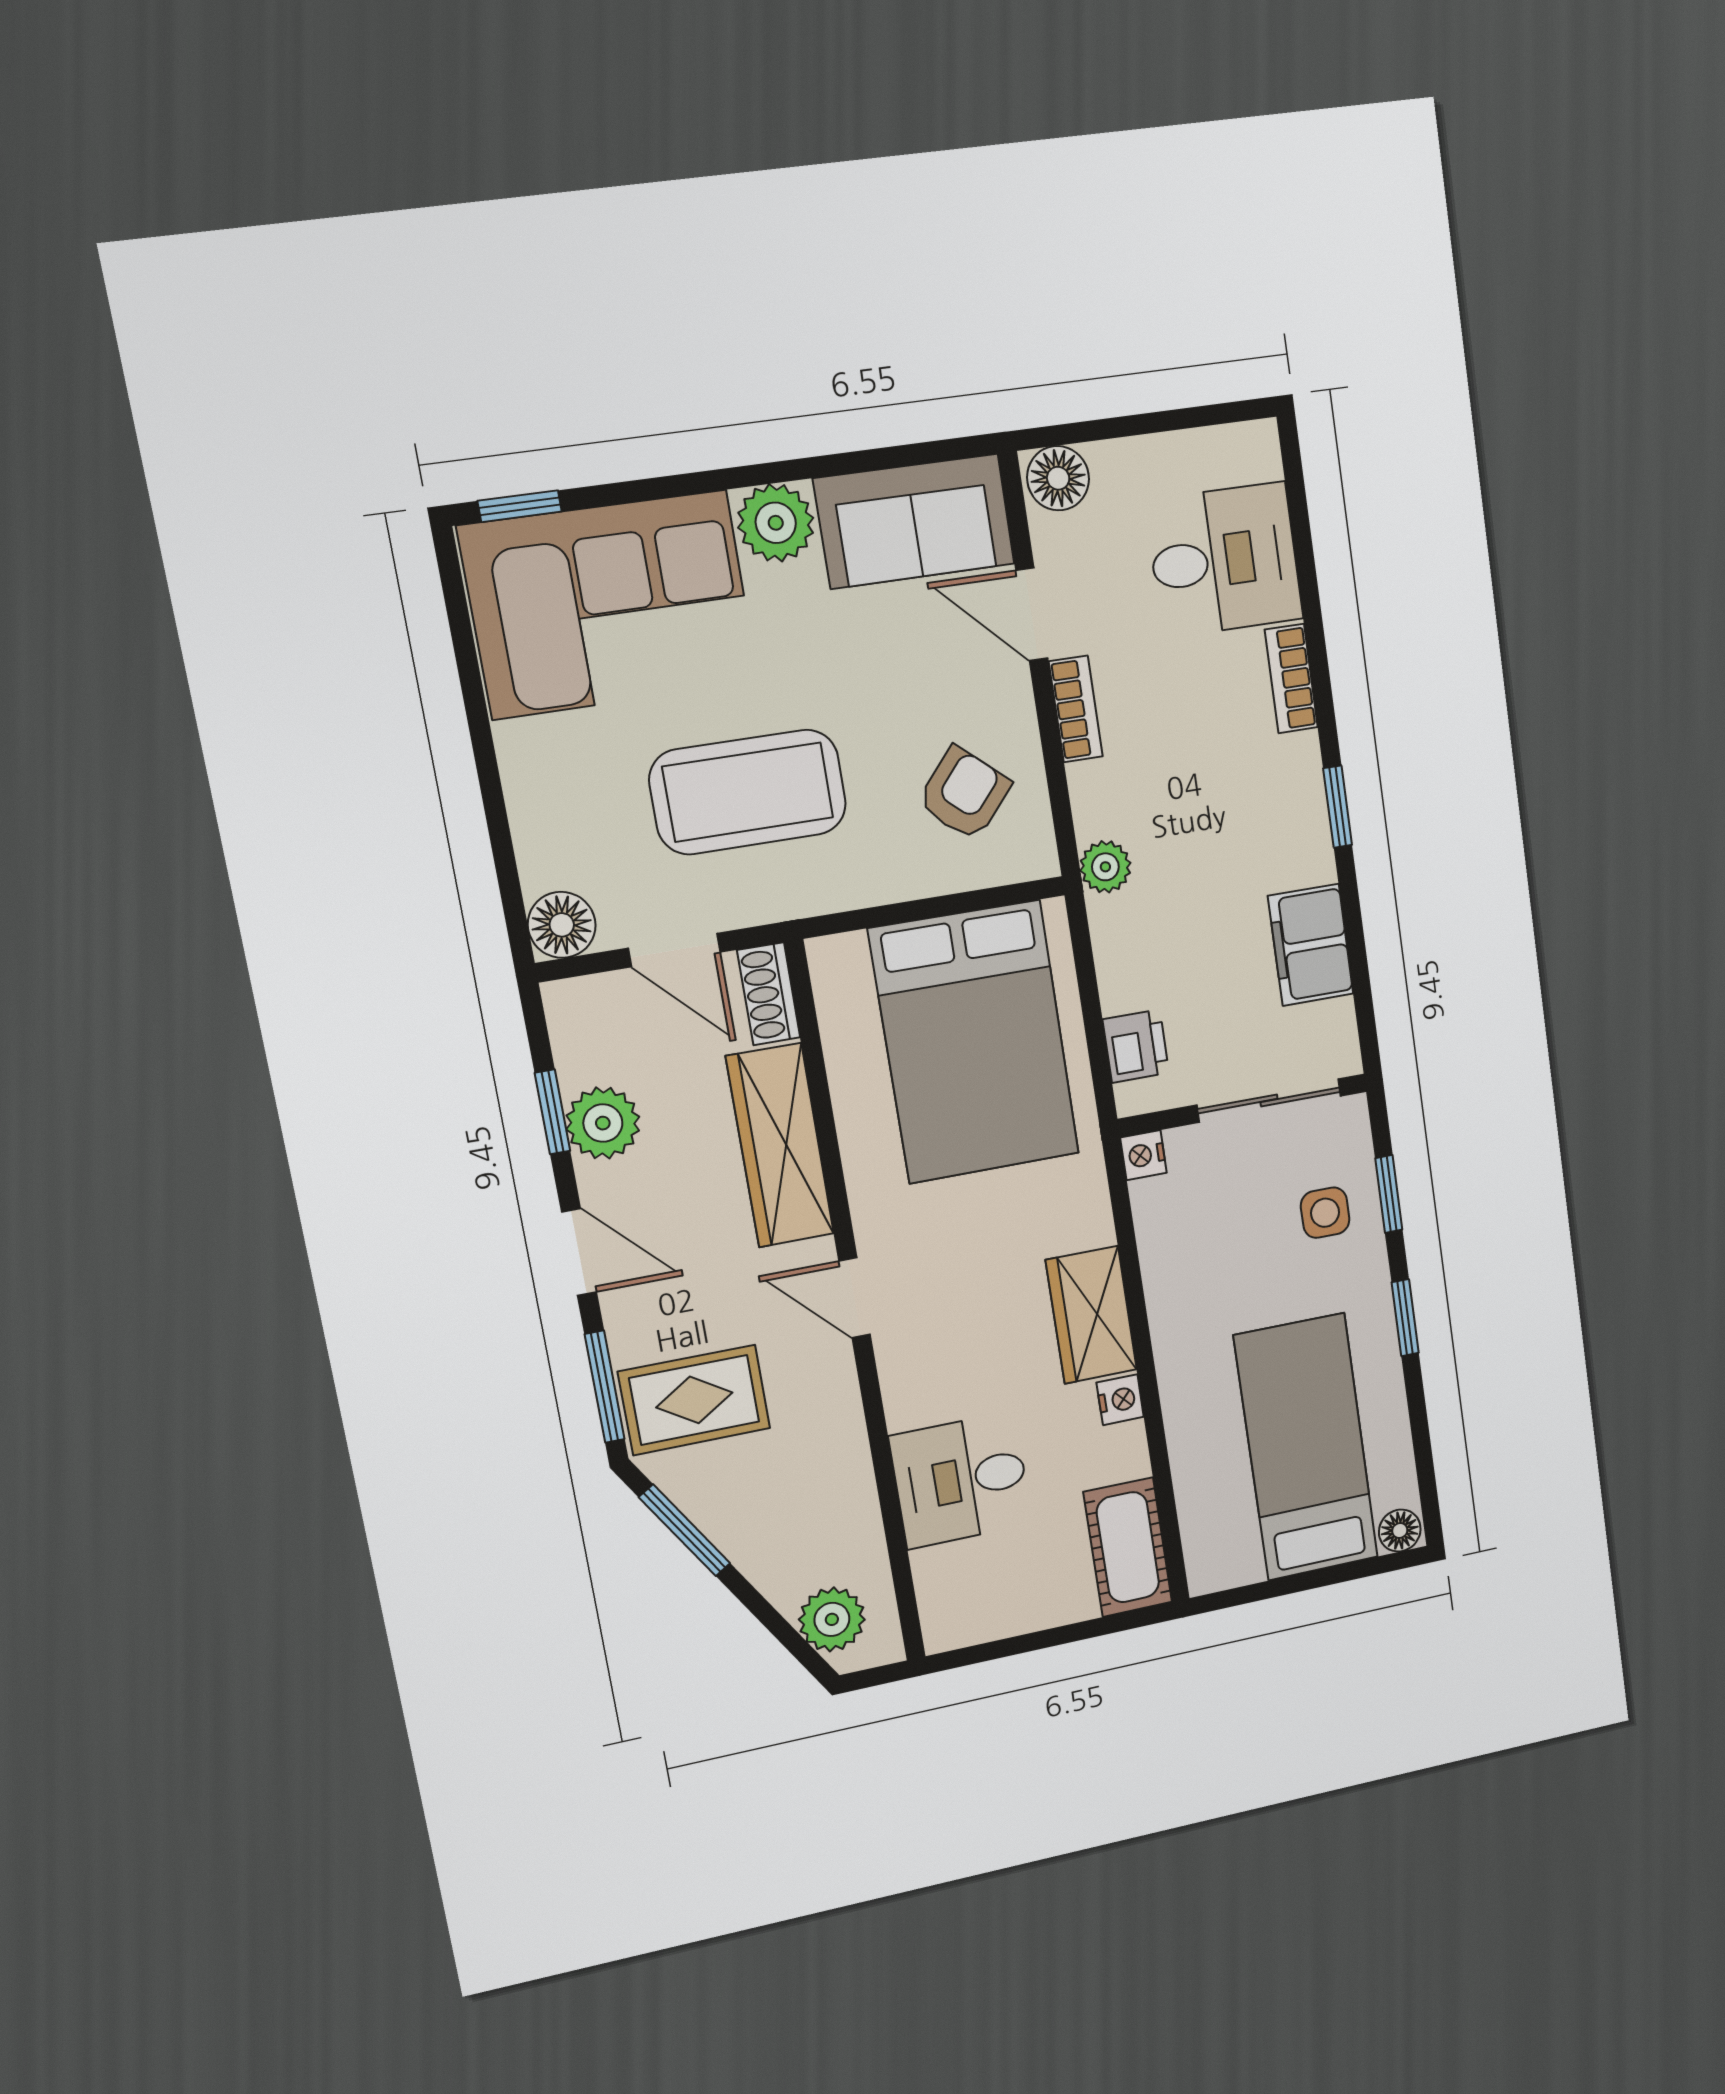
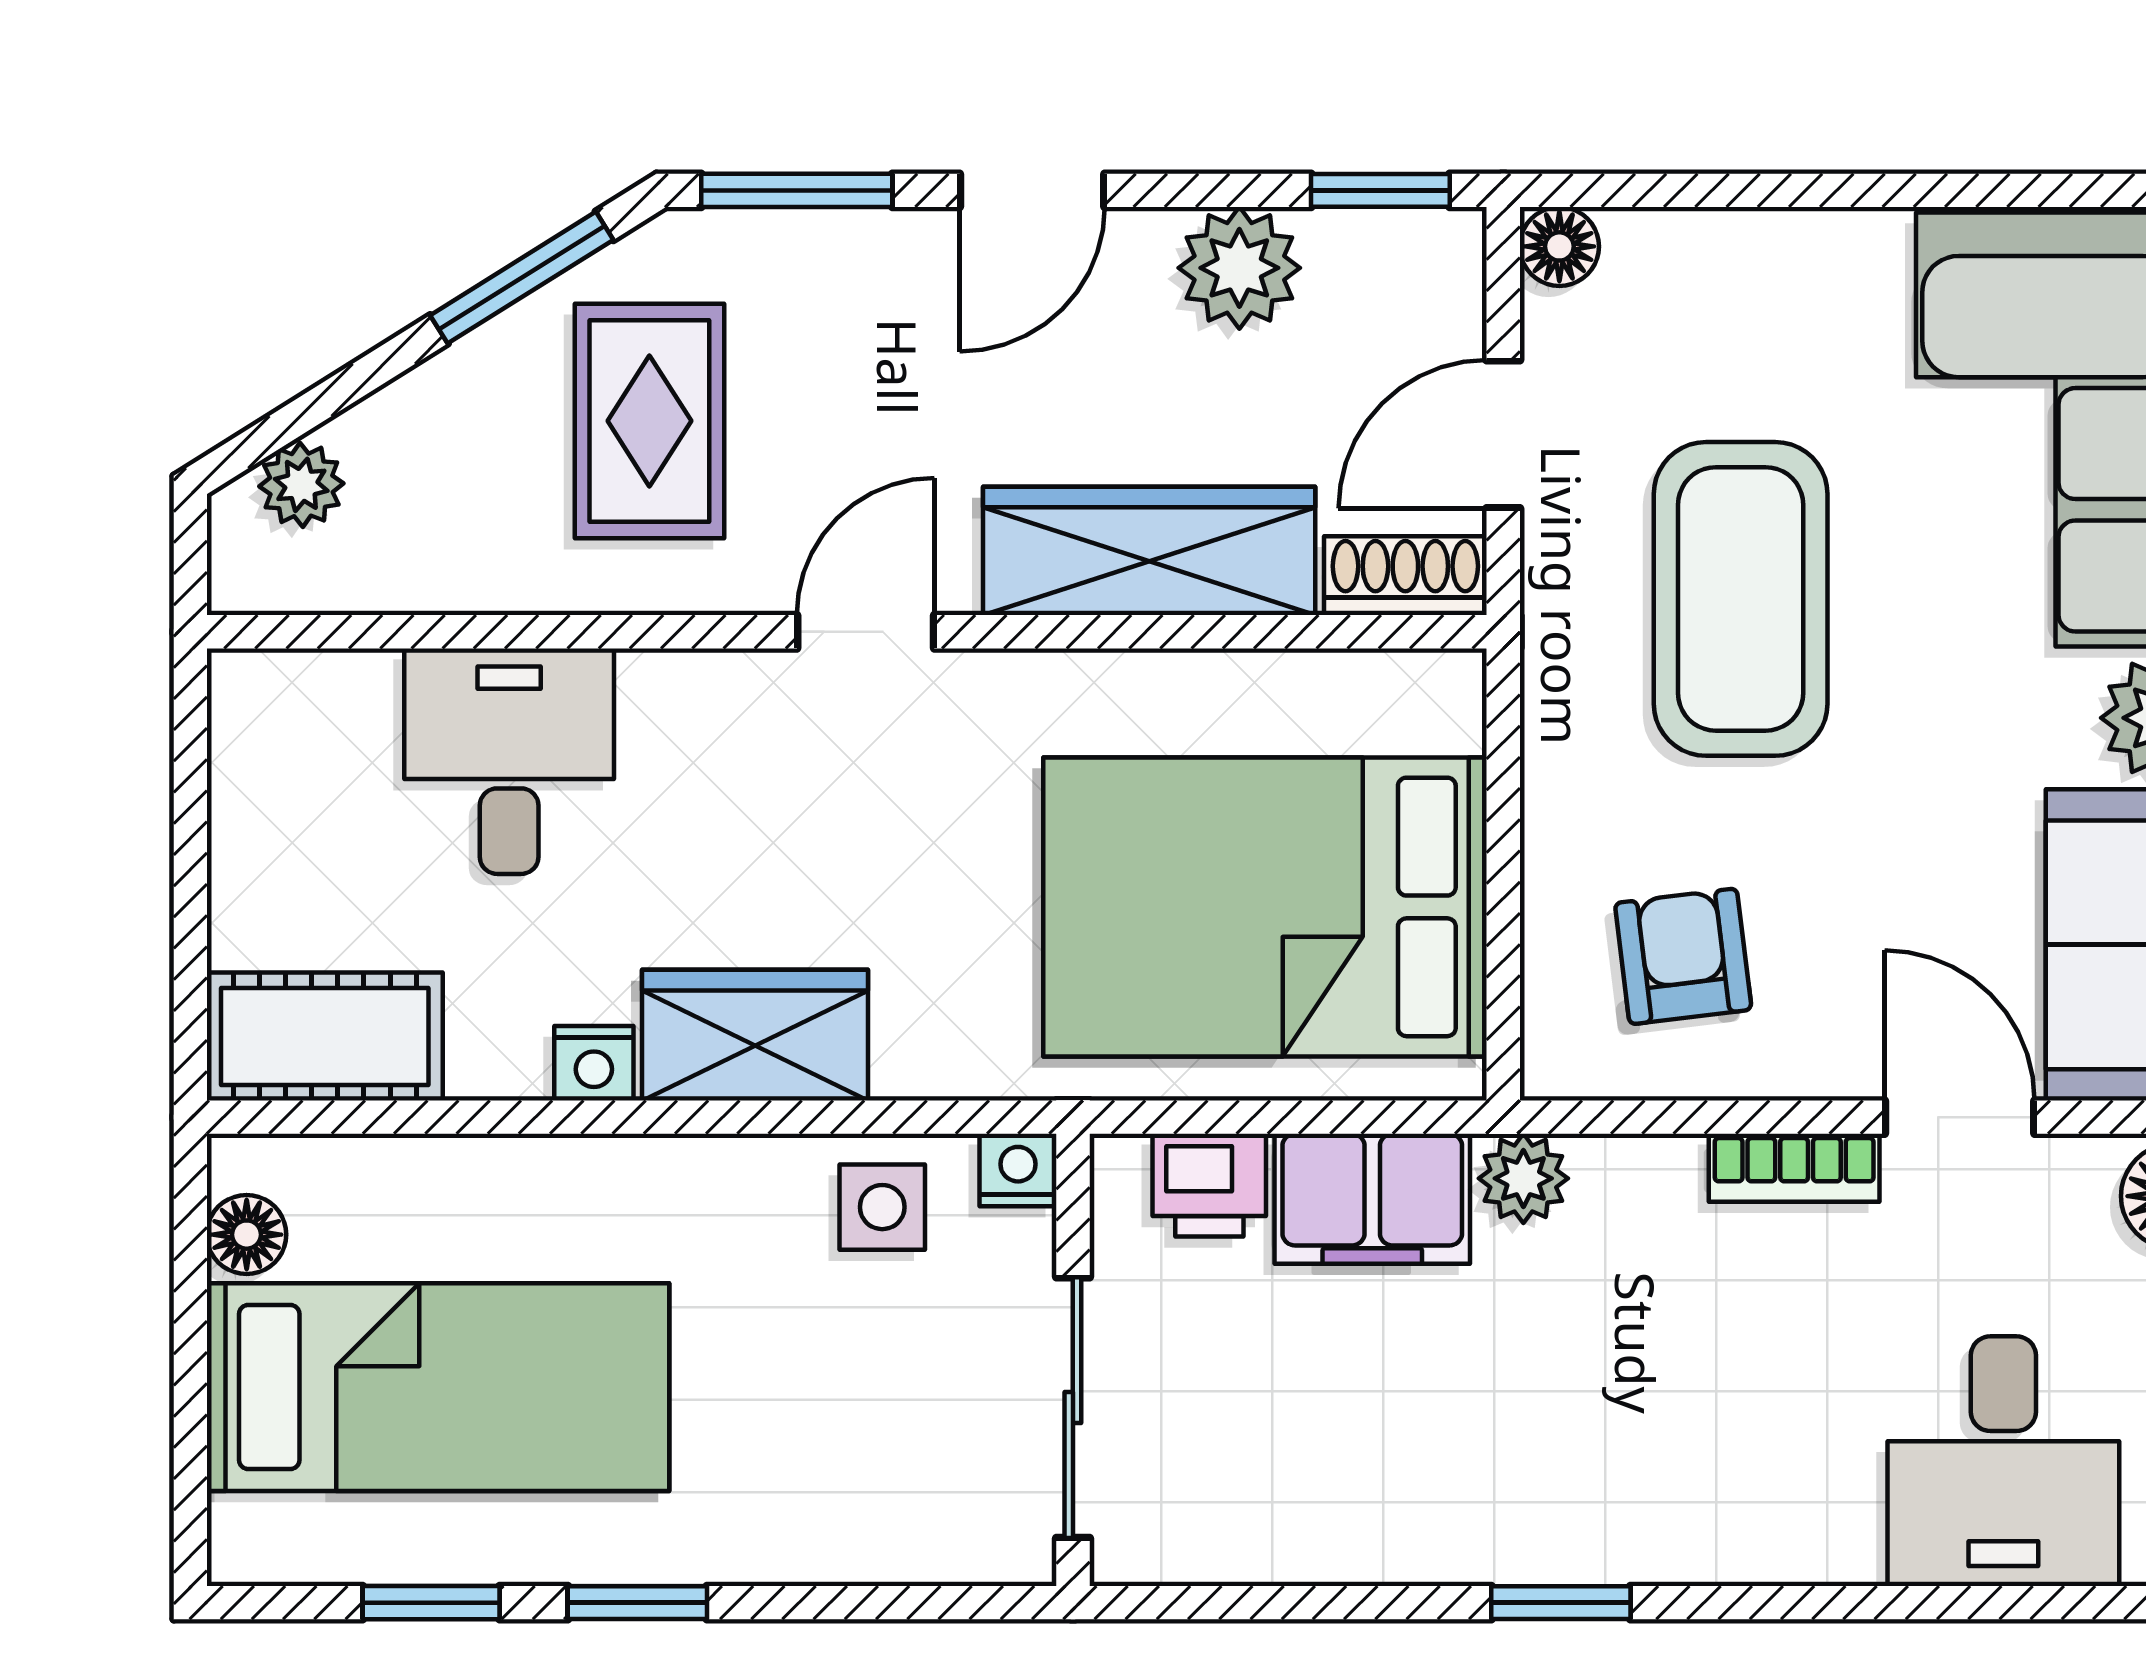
door: (1032, 614) -> (1960, 1117), hinge flipped
bookcase: (1291, 679) -> (1790, 1551), removed
armchair: (964, 794) -> (1683, 956), turned -138
floor lamp: (562, 925) -> (1559, 246), width x0.73, depth x0.73
filing cabinet: (1311, 945) -> (1372, 1199), moved, turned 180
window: (552, 1112) -> (1380, 190), moved
window: (1389, 1194) -> (431, 1603), moved
side table: (1325, 1213) -> (882, 1207), moved
rug: (694, 1400) -> (649, 421), moved
floor lamp: (1400, 1531) -> (247, 1235), moved
plant: (832, 1619) -> (301, 485), width x0.73, depth x0.73

